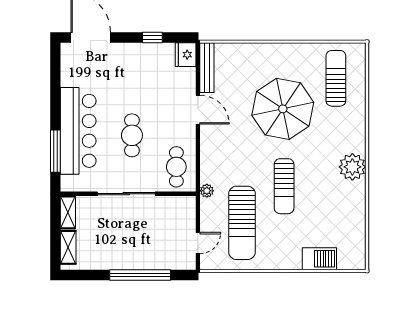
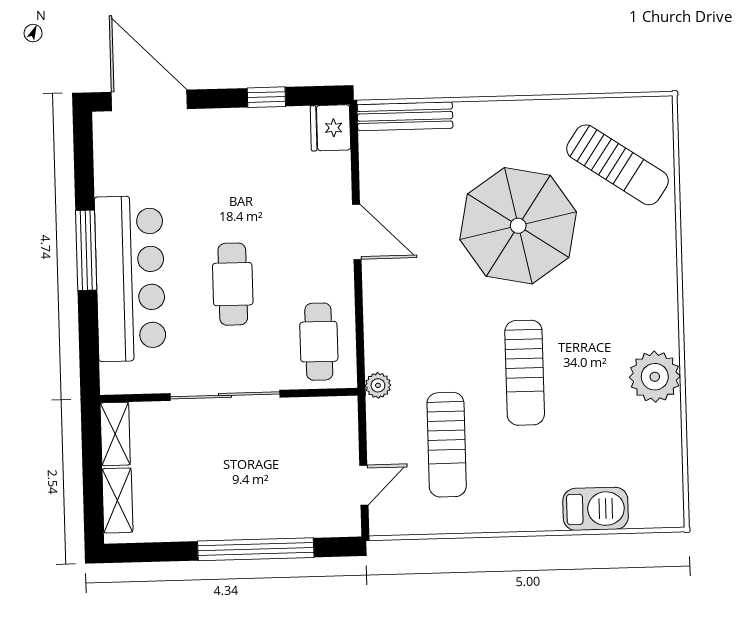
bench: (207, 68) -> (405, 116), moved, turned 90
sun lounger: (336, 78) -> (617, 165), turned 124
window: (55, 151) -> (86, 250), moved
plant: (352, 167) -> (655, 377), moved
sun lounger: (242, 223) -> (447, 445), width x0.73, depth x0.75

